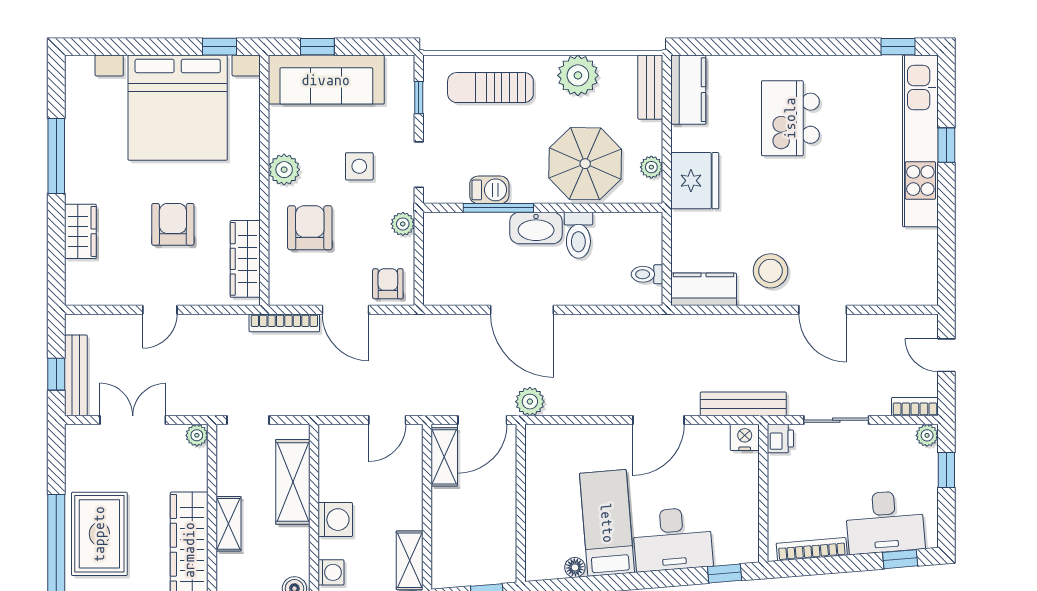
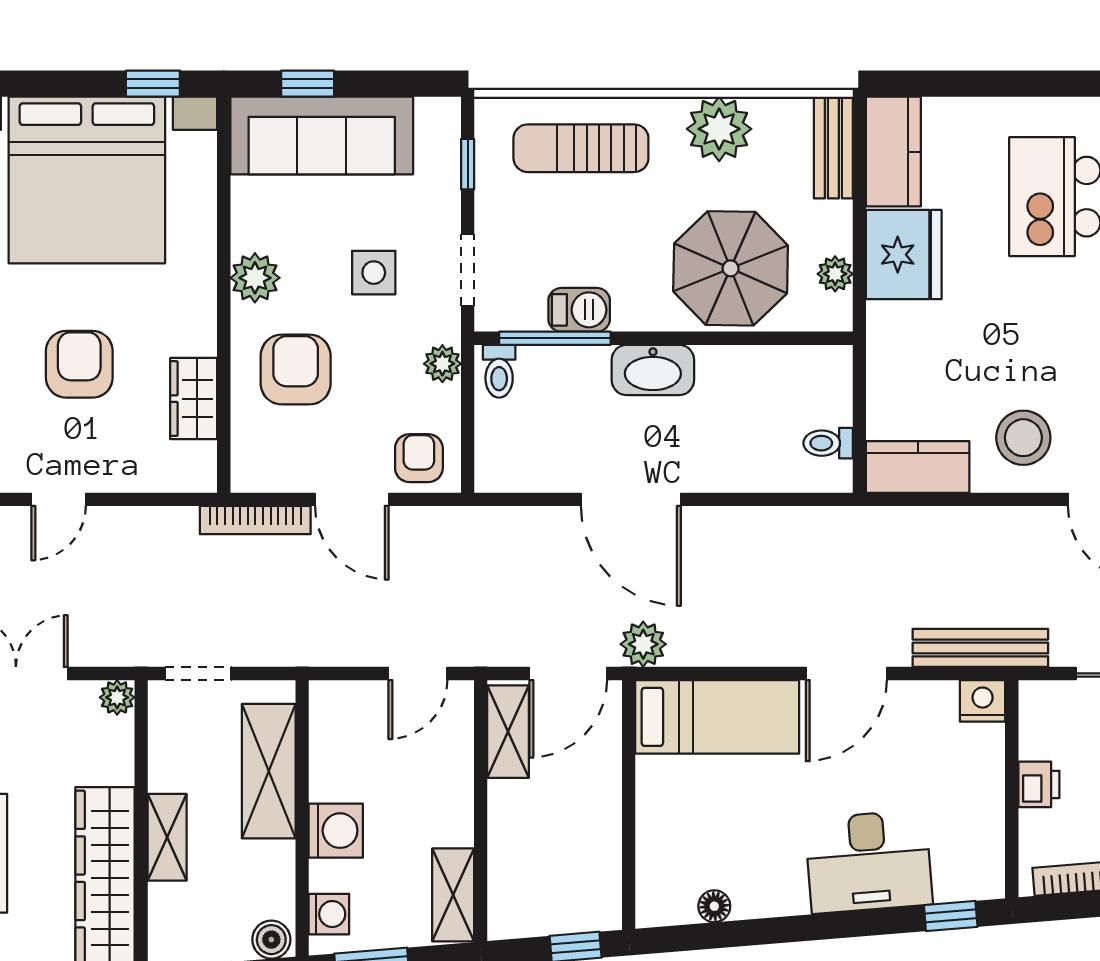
fridge: (695, 181) -> (904, 255), moved
window: (498, 208) -> (555, 338), moved
toilet: (578, 235) -> (499, 371), moved, width x0.73, depth x0.72
wardrobe: (245, 259) -> (194, 399), width x0.67
printer: (780, 439) -> (1039, 784), moved
bed: (607, 523) -> (717, 717), moved, turned 95

